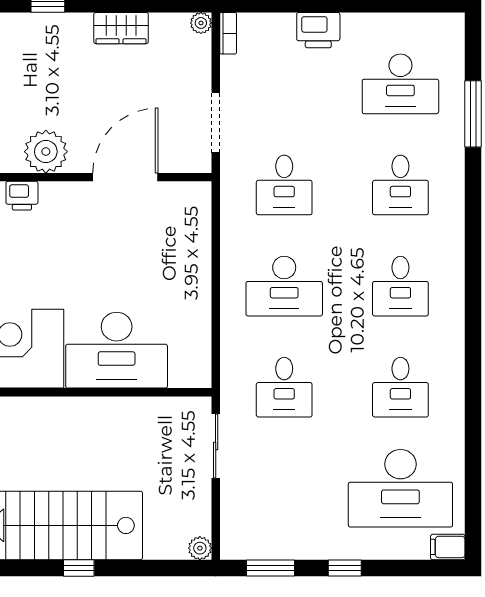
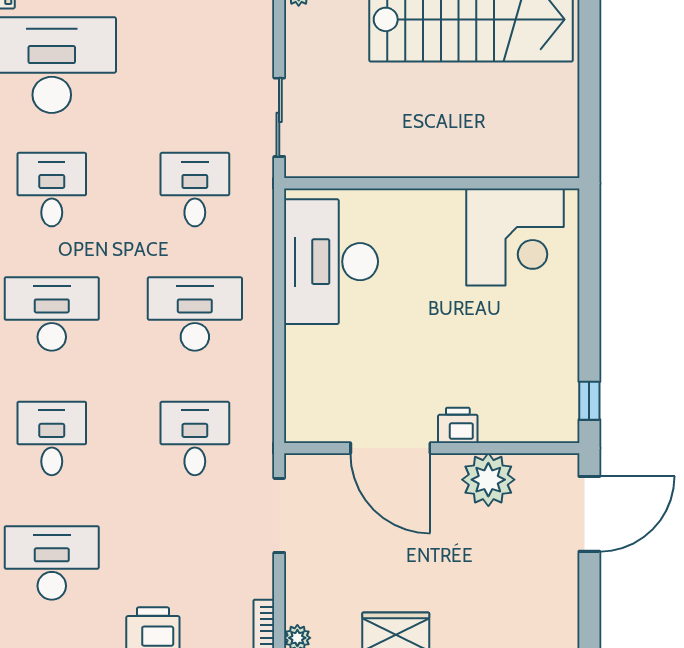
door: (125, 177) -> (390, 448), hinge flipped
printer: (22, 196) -> (458, 425), moved
desk: (400, 286) -> (52, 314), width x1.37
desk: (117, 350) -> (331, 262), moved, turned -90

